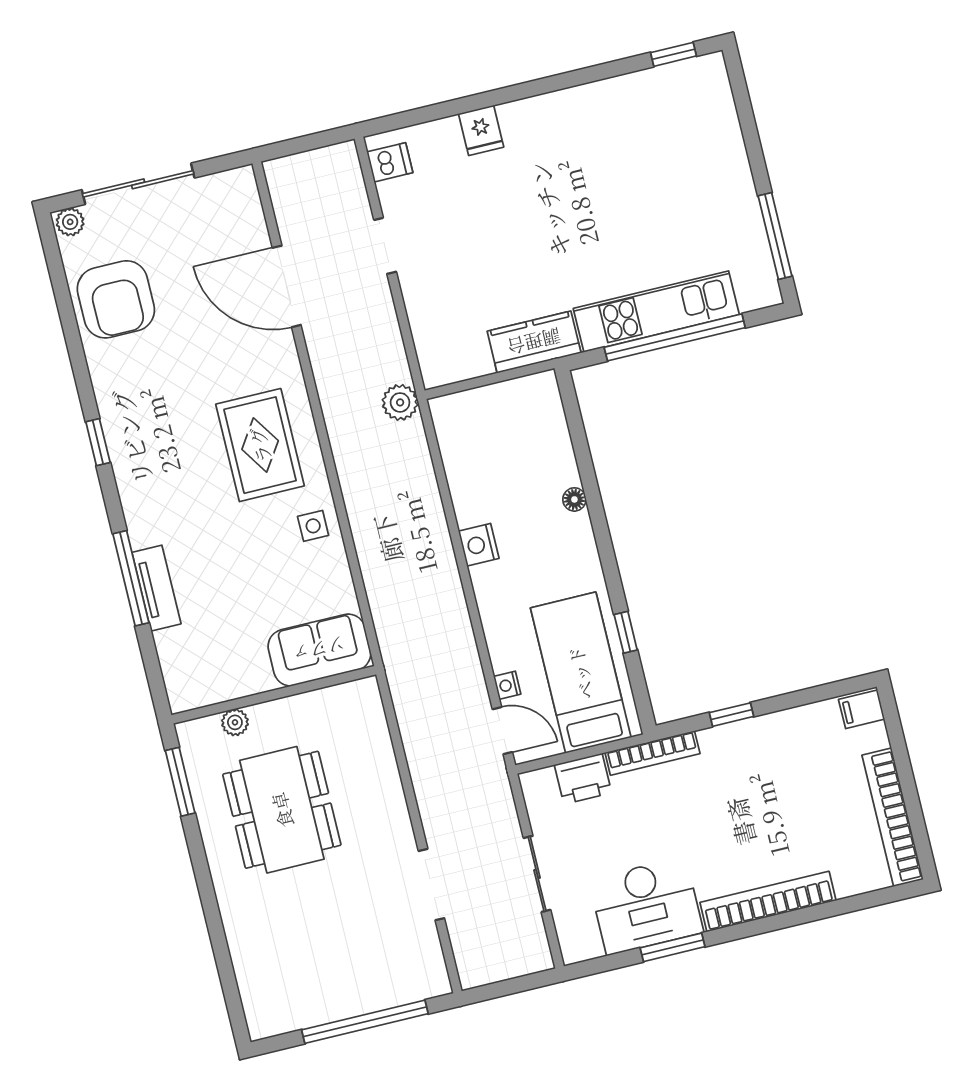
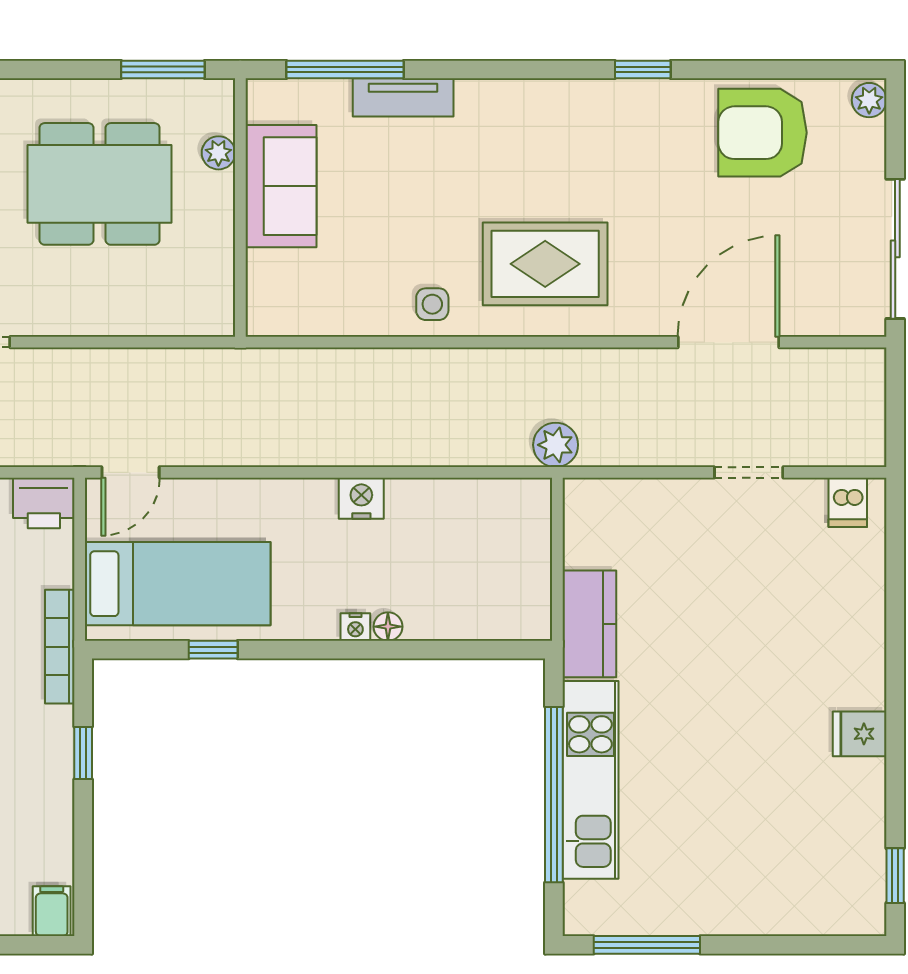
fridge: (481, 130) -> (860, 734), moved
sliding door: (138, 184) -> (895, 249), moved
window: (98, 442) -> (643, 69), moved
window: (131, 578) -> (345, 69), moved
sofa: (319, 650) -> (281, 186), moved
nightstand: (507, 685) -> (355, 627), moved, turned 180
printer: (583, 779) -> (44, 503), moved, turned -90

